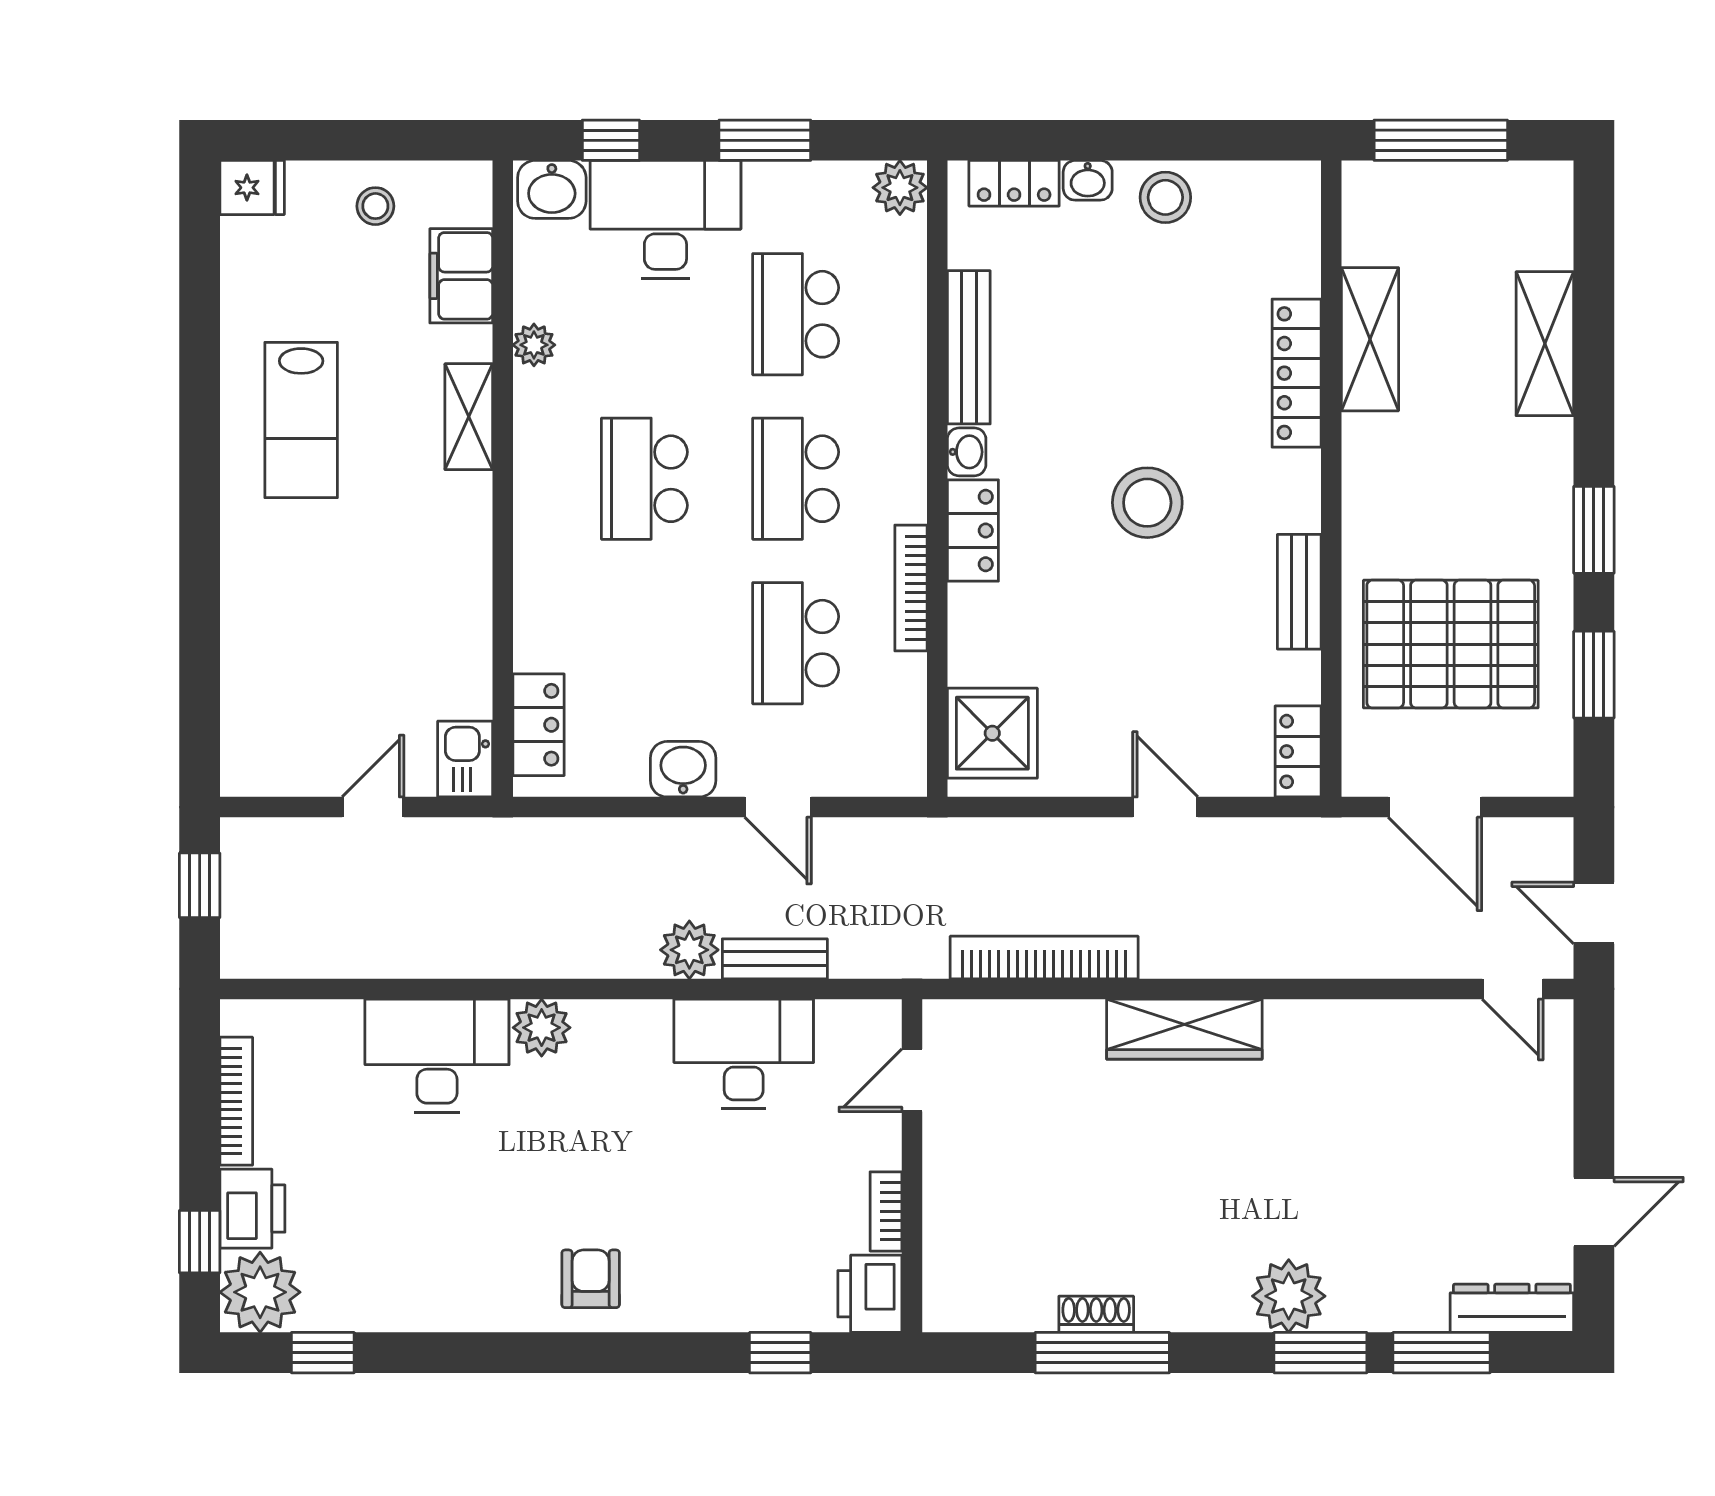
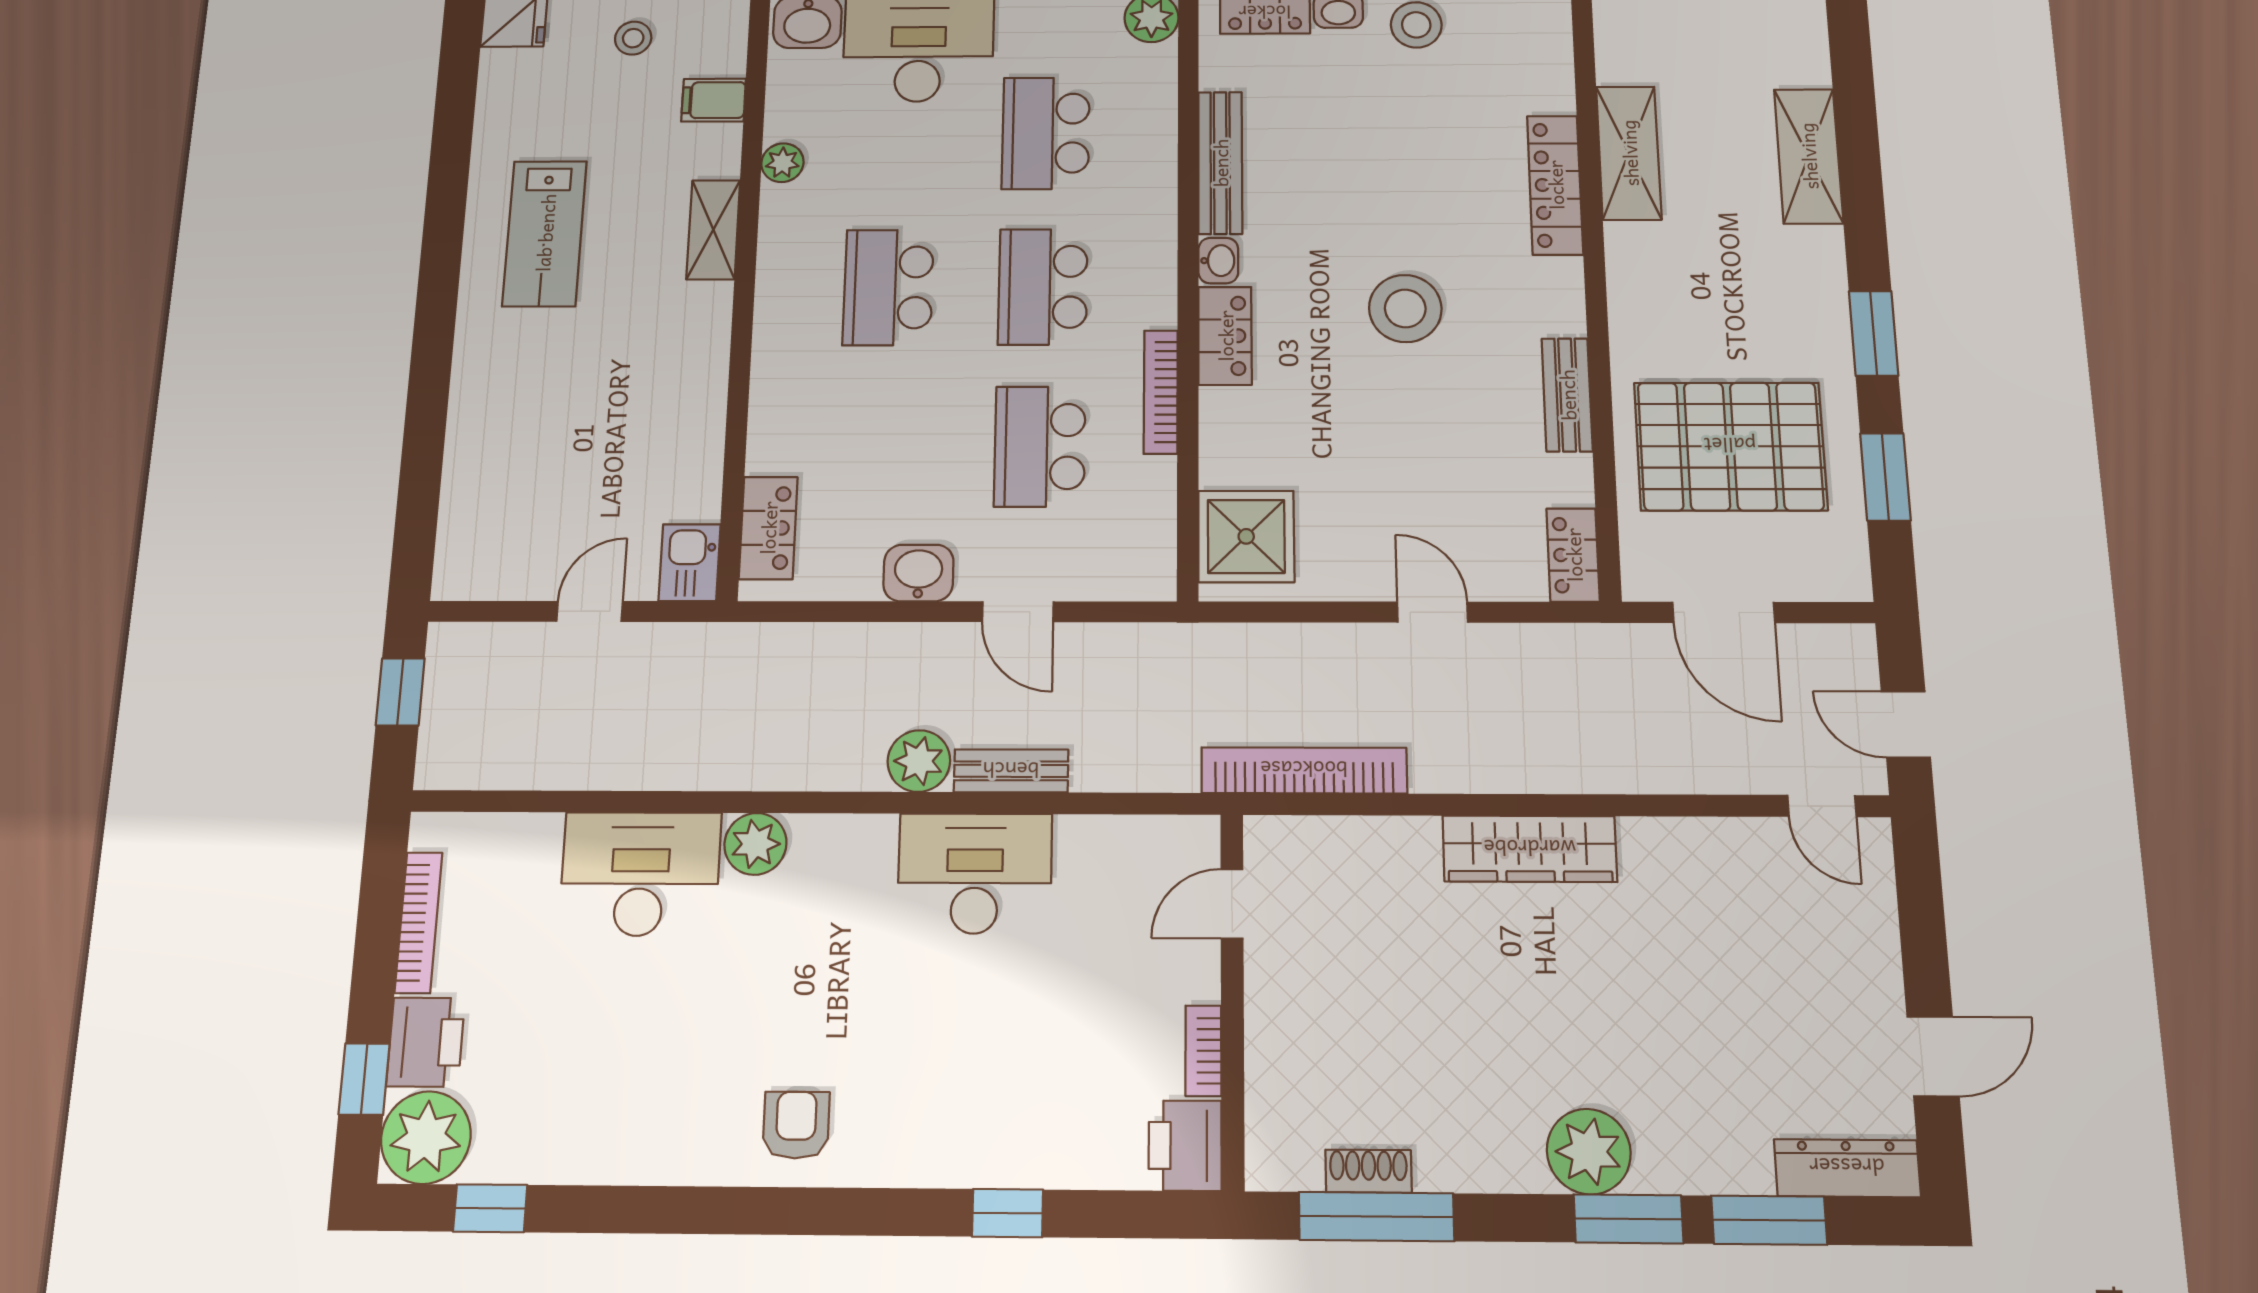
filing cabinet: (461, 276) -> (714, 100), width x0.50
wardrobe: (1184, 1029) -> (1530, 849), moved
door: (912, 1080) -> (1232, 904), moved
wall: (912, 1166) -> (1232, 999), moved
bookcase: (886, 1211) -> (1203, 1051), moved
printer: (870, 1294) -> (1185, 1146), moved

